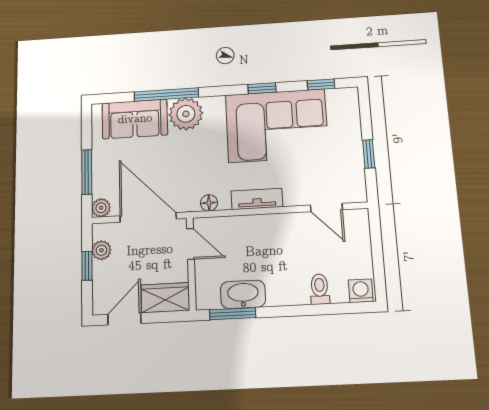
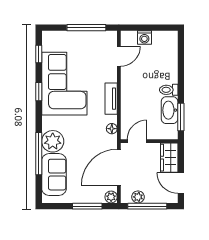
window: (369, 154) -> (86, 28), width x2.17
window: (87, 266) -> (147, 206), width x2.17
toilet: (320, 289) -> (169, 90), moved
washing machine: (361, 291) -> (144, 37), moved, turned -90

